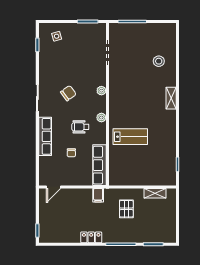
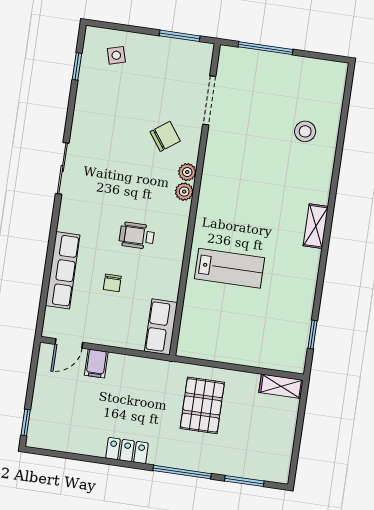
chair: (68, 93) -> (165, 136), moved
shelving: (171, 98) -> (316, 226), moved
plant: (101, 118) -> (184, 192), moved
row of seats: (45, 136) -> (63, 270), moved
row of seats: (99, 165) -> (161, 327), width x0.68
shelving: (155, 193) -> (281, 386), moved
filing cabinet: (98, 195) -> (96, 364), moved
pallet: (126, 209) -> (202, 405), width x1.50, depth x1.42

